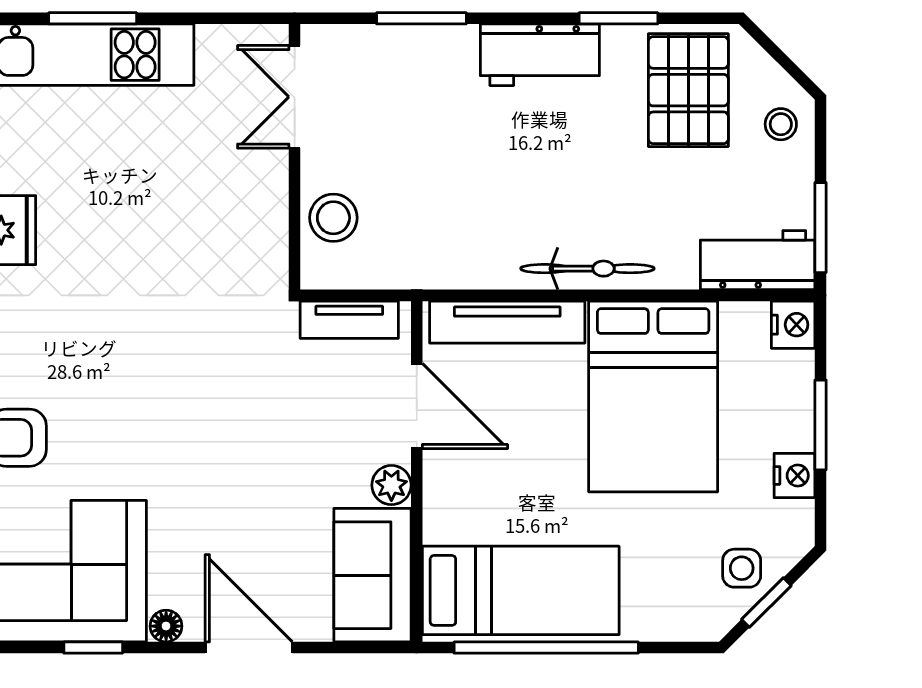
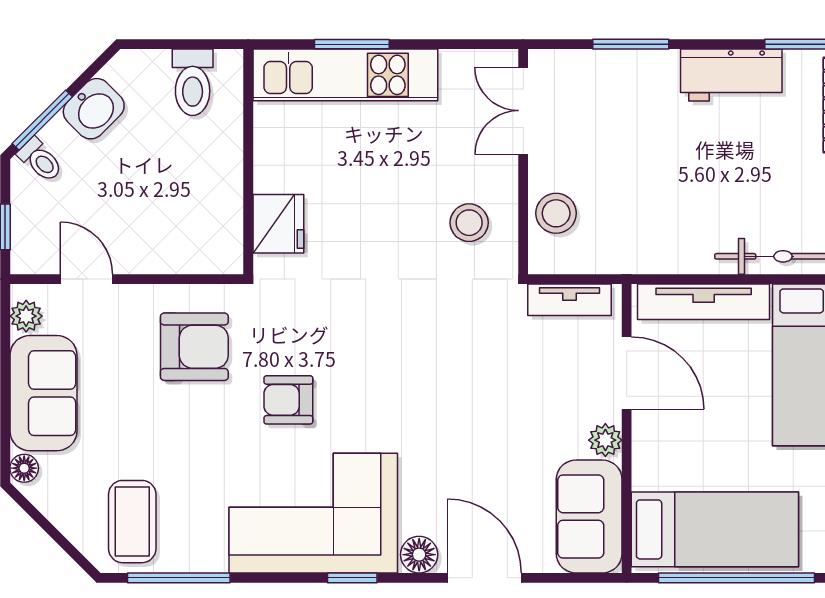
stool: (231, 229) -> (469, 223), added
floor lamp: (166, 626) -> (419, 555), width x1.37, depth x1.37

